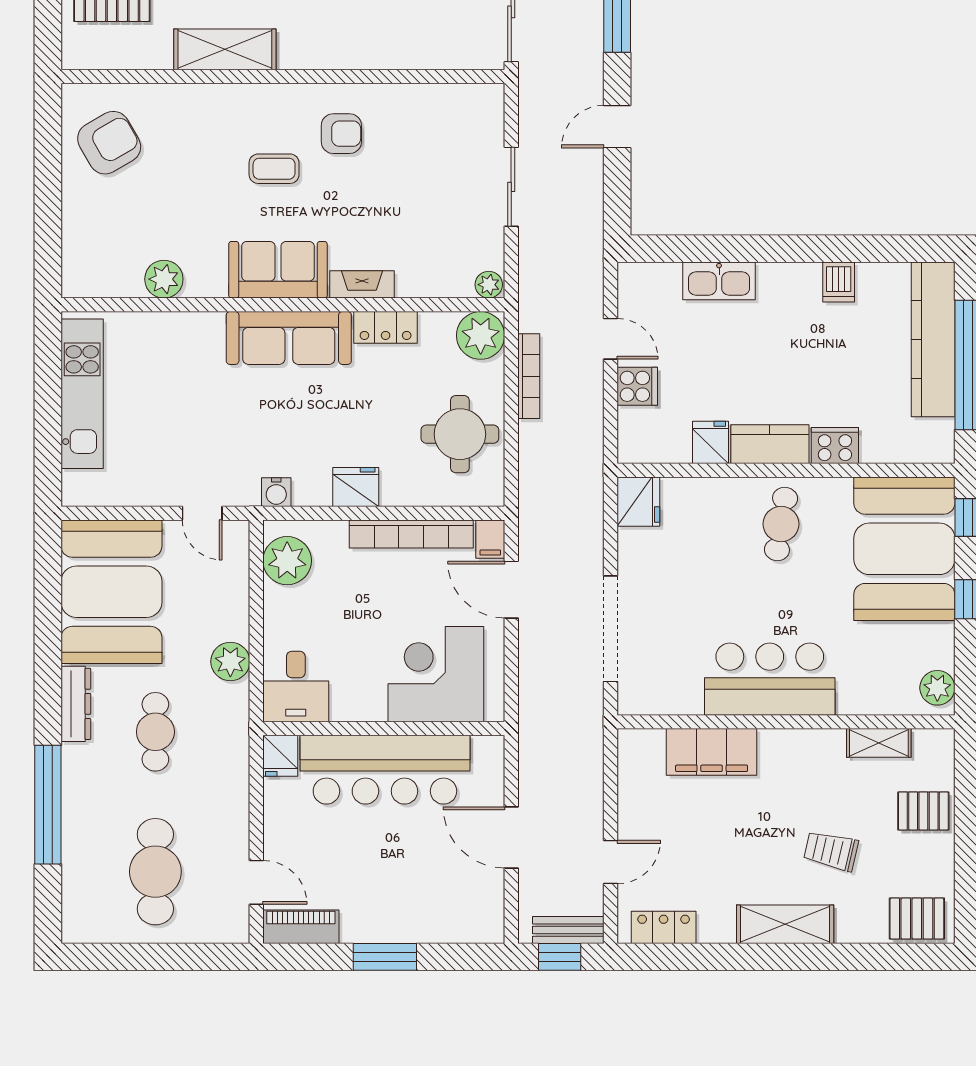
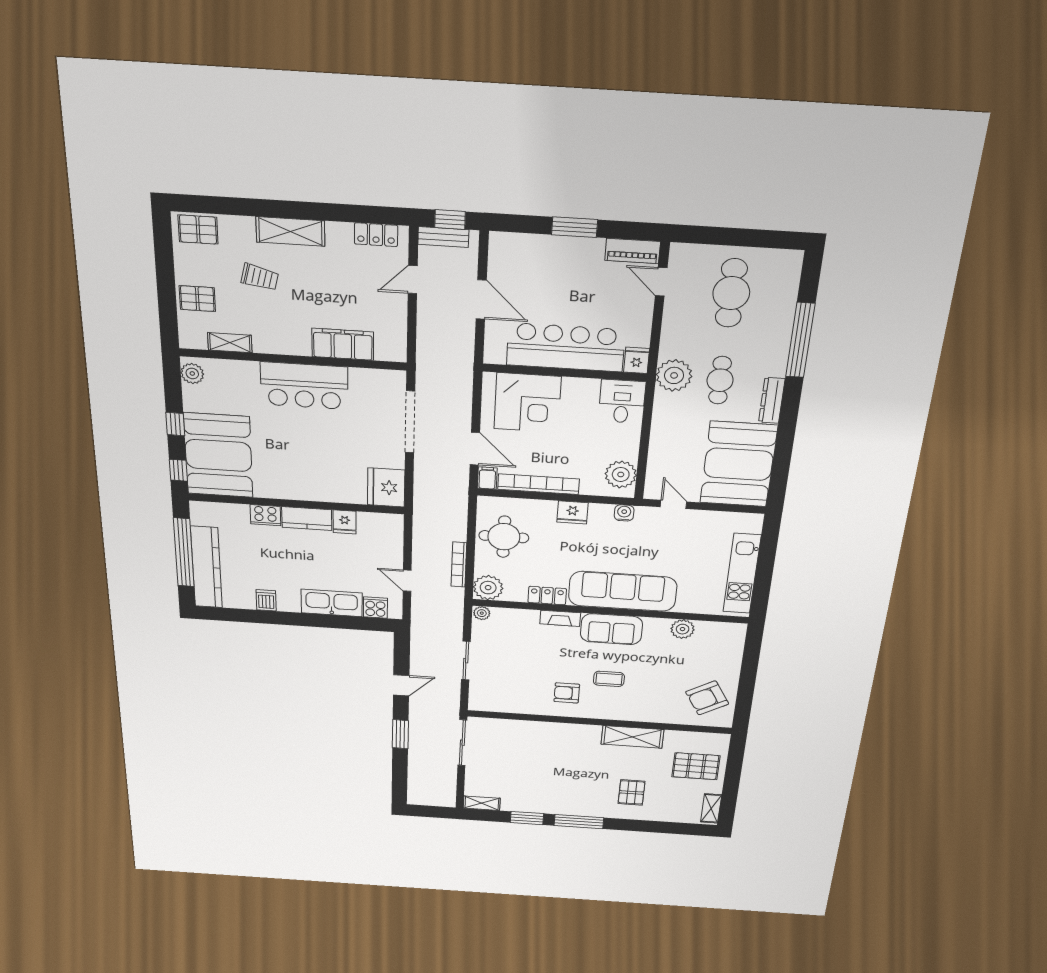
kitchen sink: (719, 281) -> (332, 603), width x1.36, depth x1.24
sofa: (289, 338) -> (623, 591), width x1.36, depth x1.27
cooker: (637, 386) -> (375, 608), moved, turned 90
fridge: (638, 502) -> (386, 487), width x1.36, depth x1.34
cafe table: (781, 524) -> (299, 474), removed
plant: (230, 662) -> (674, 375), moved, width x1.36, depth x1.36

